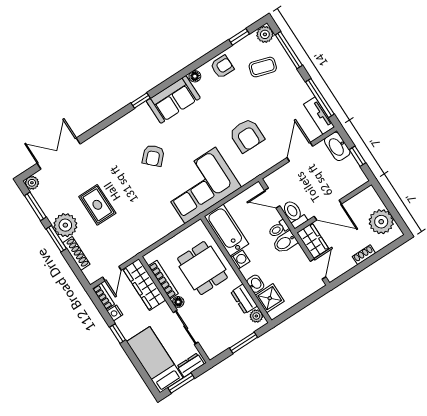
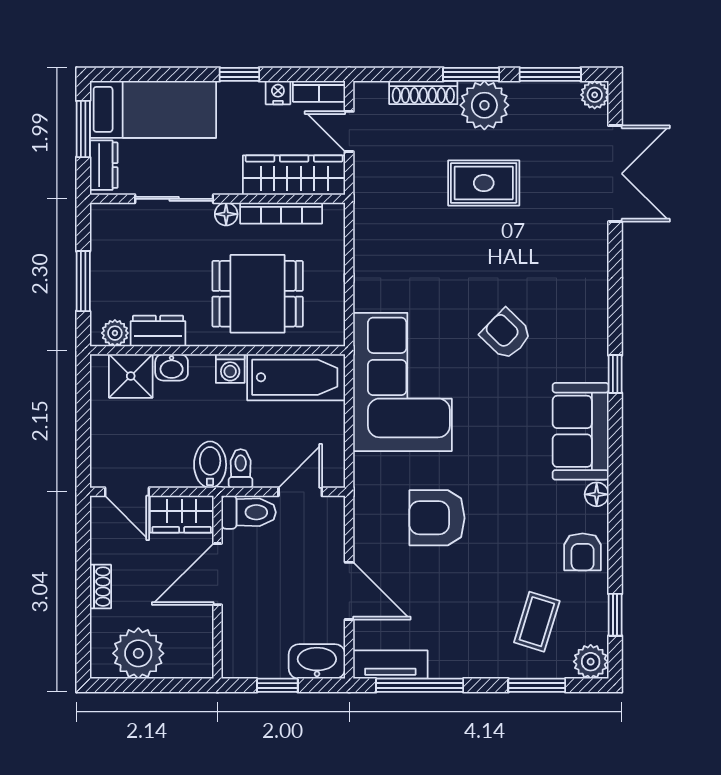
window: (289, 50) -> (537, 685), width x0.69

